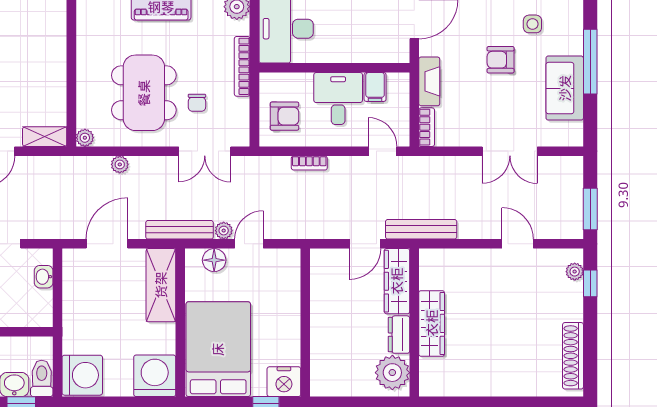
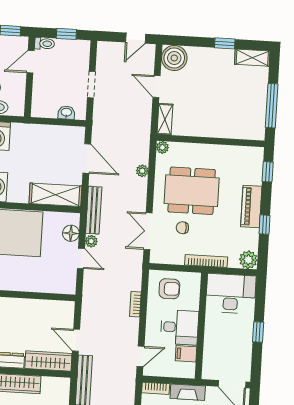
armchair: (284, 116) -> (169, 289), turned -90

